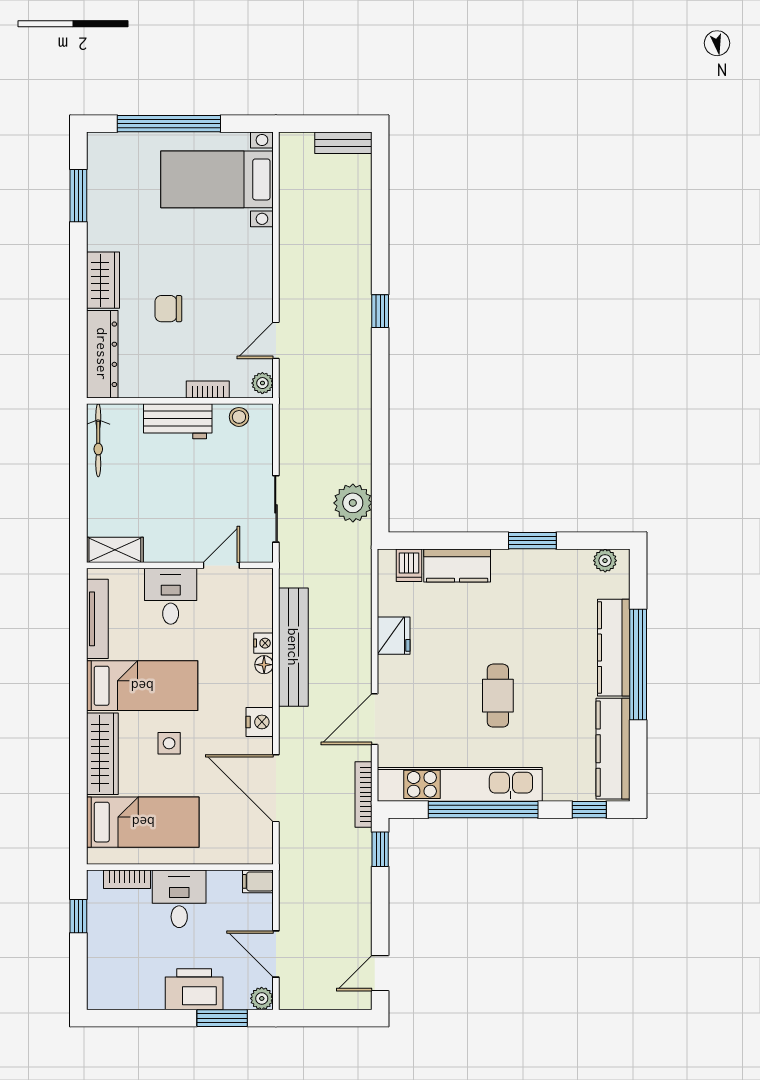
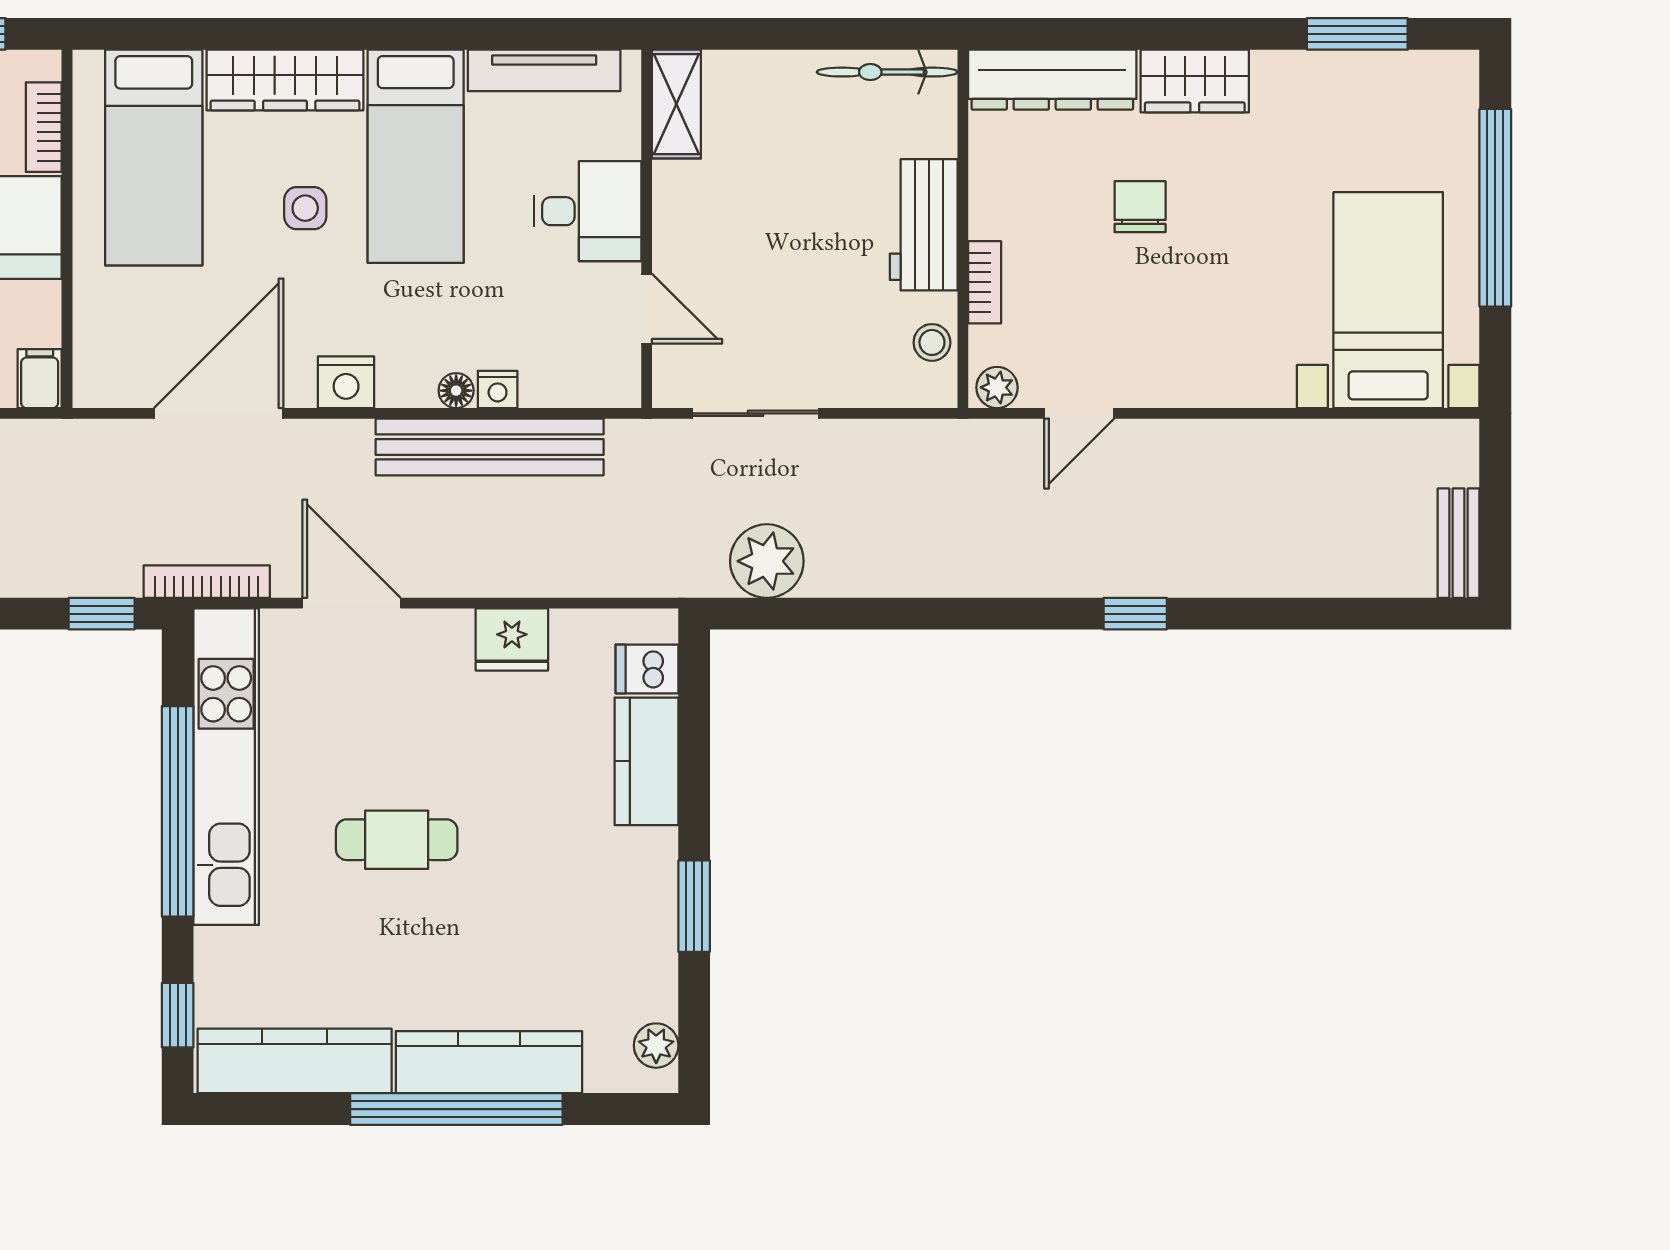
door: (276, 340) -> (1079, 413), swing flipped

